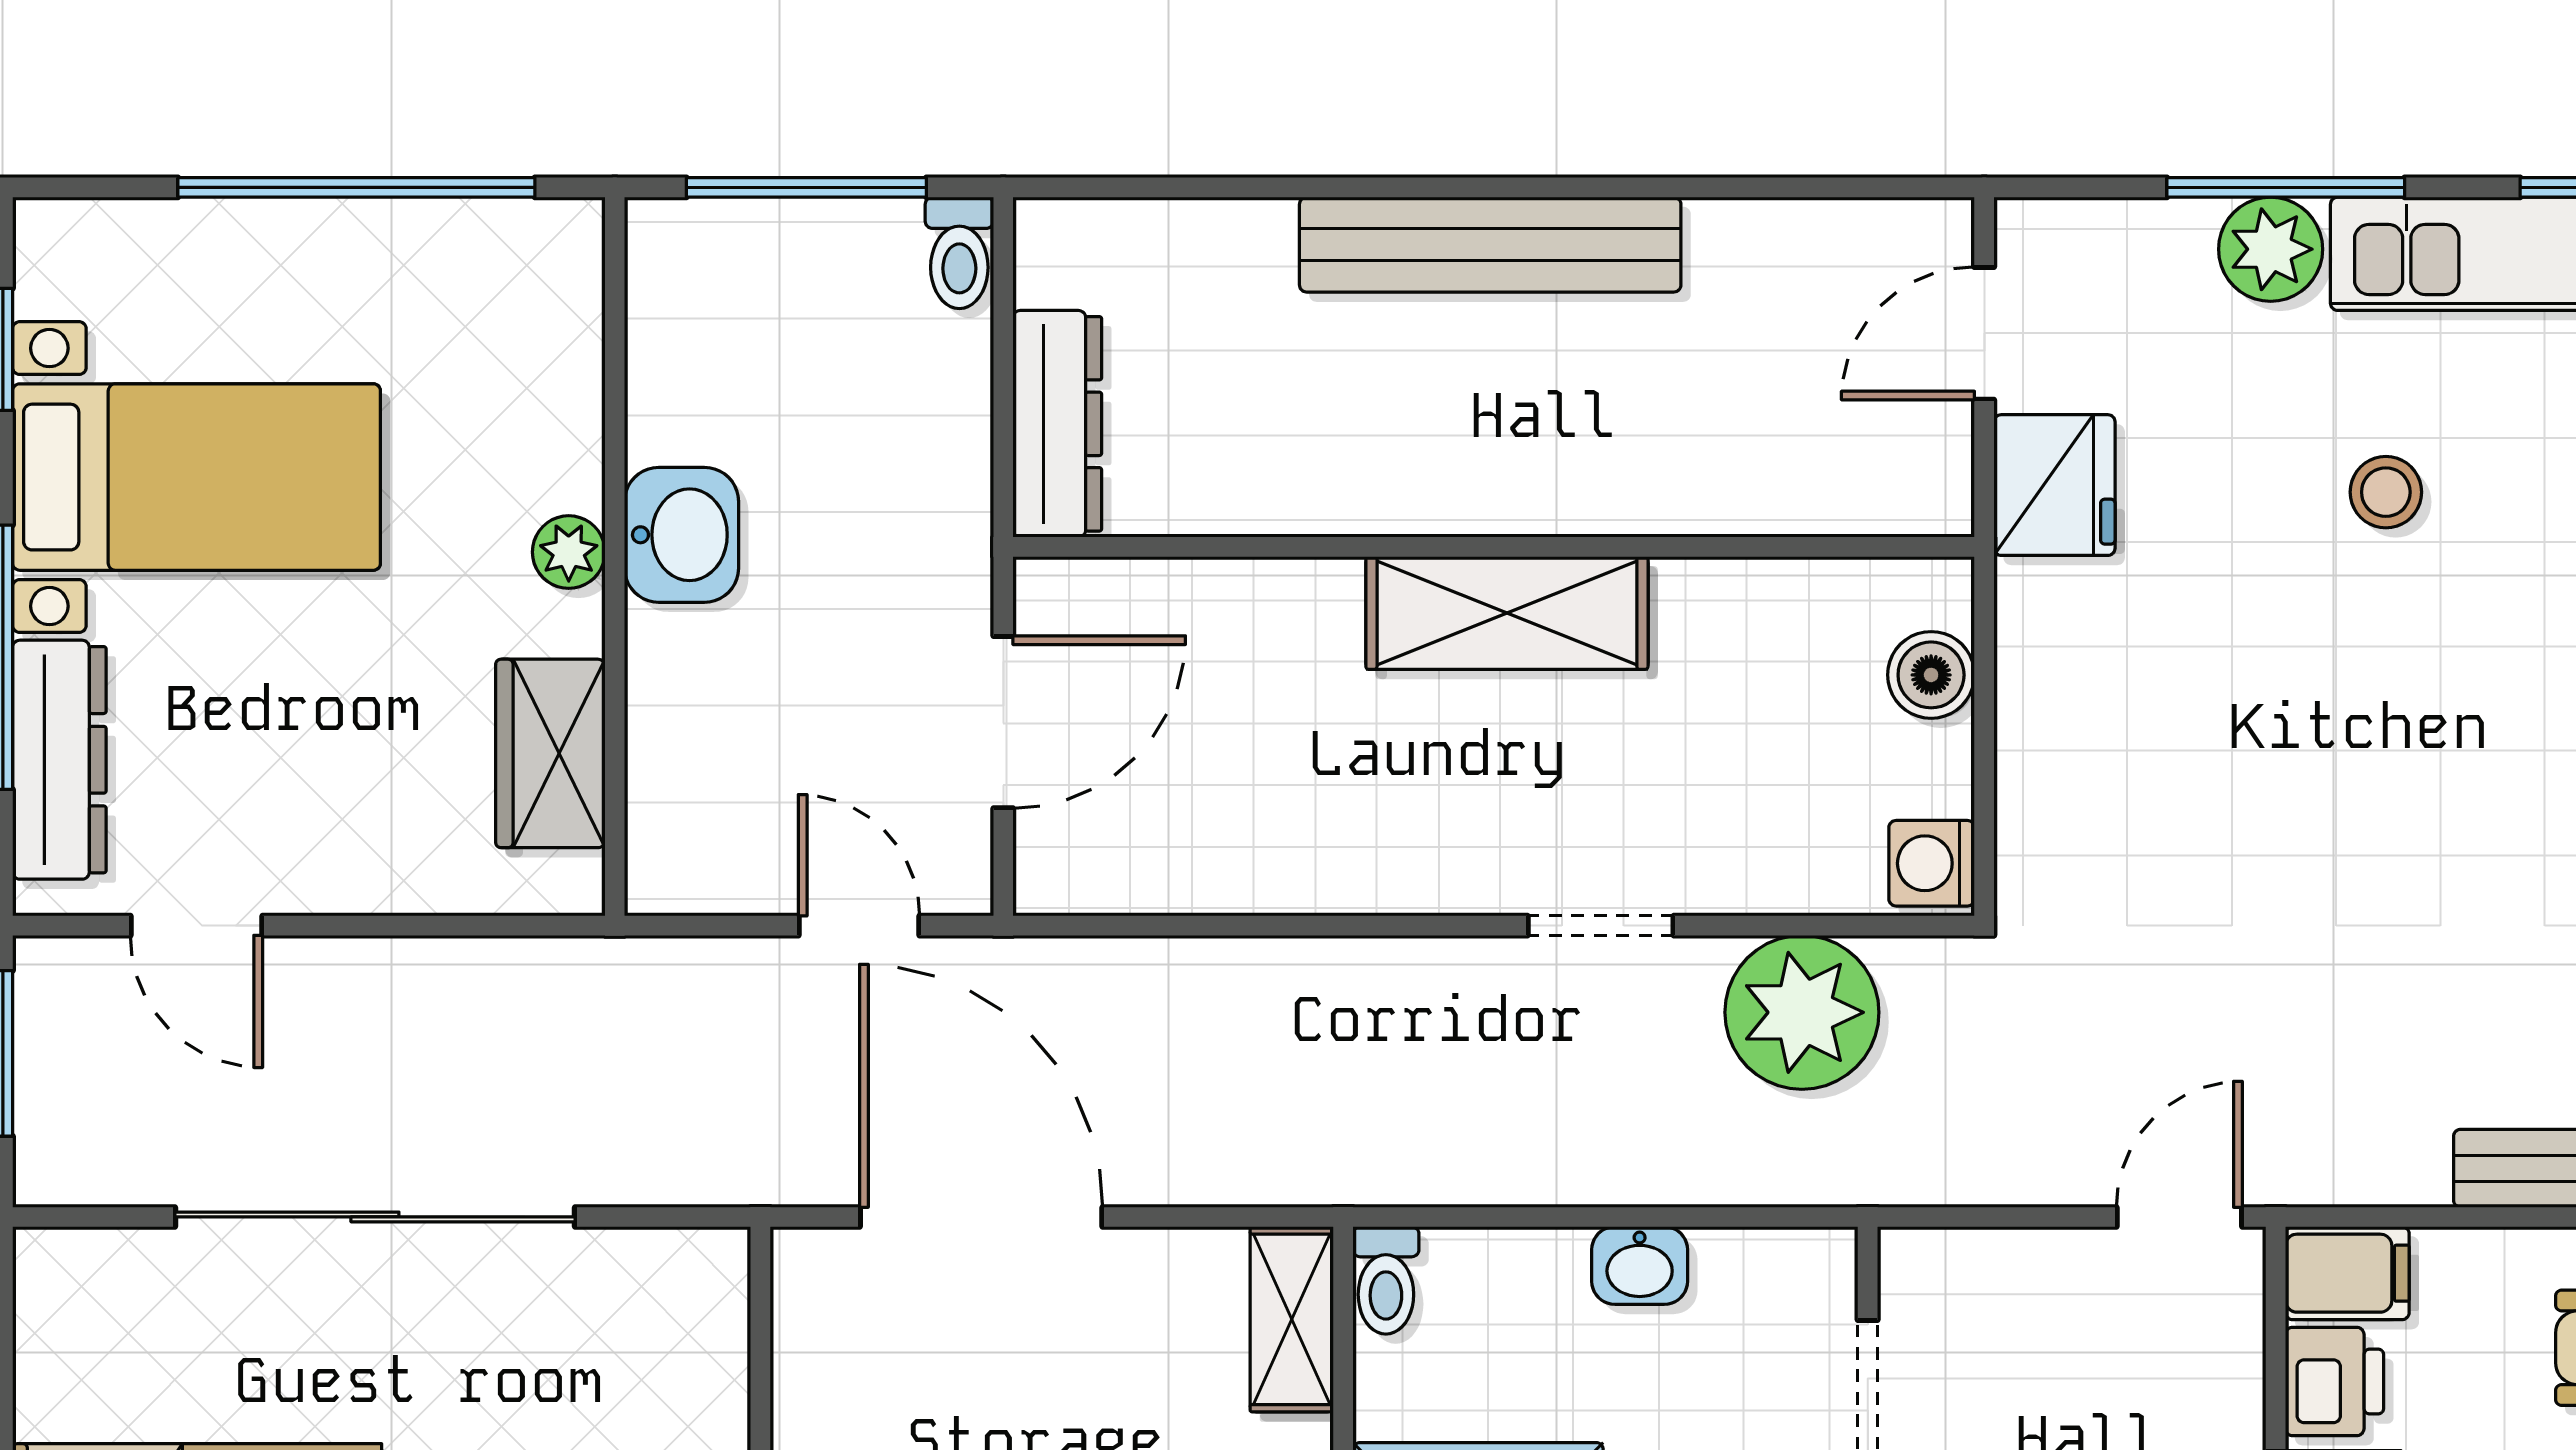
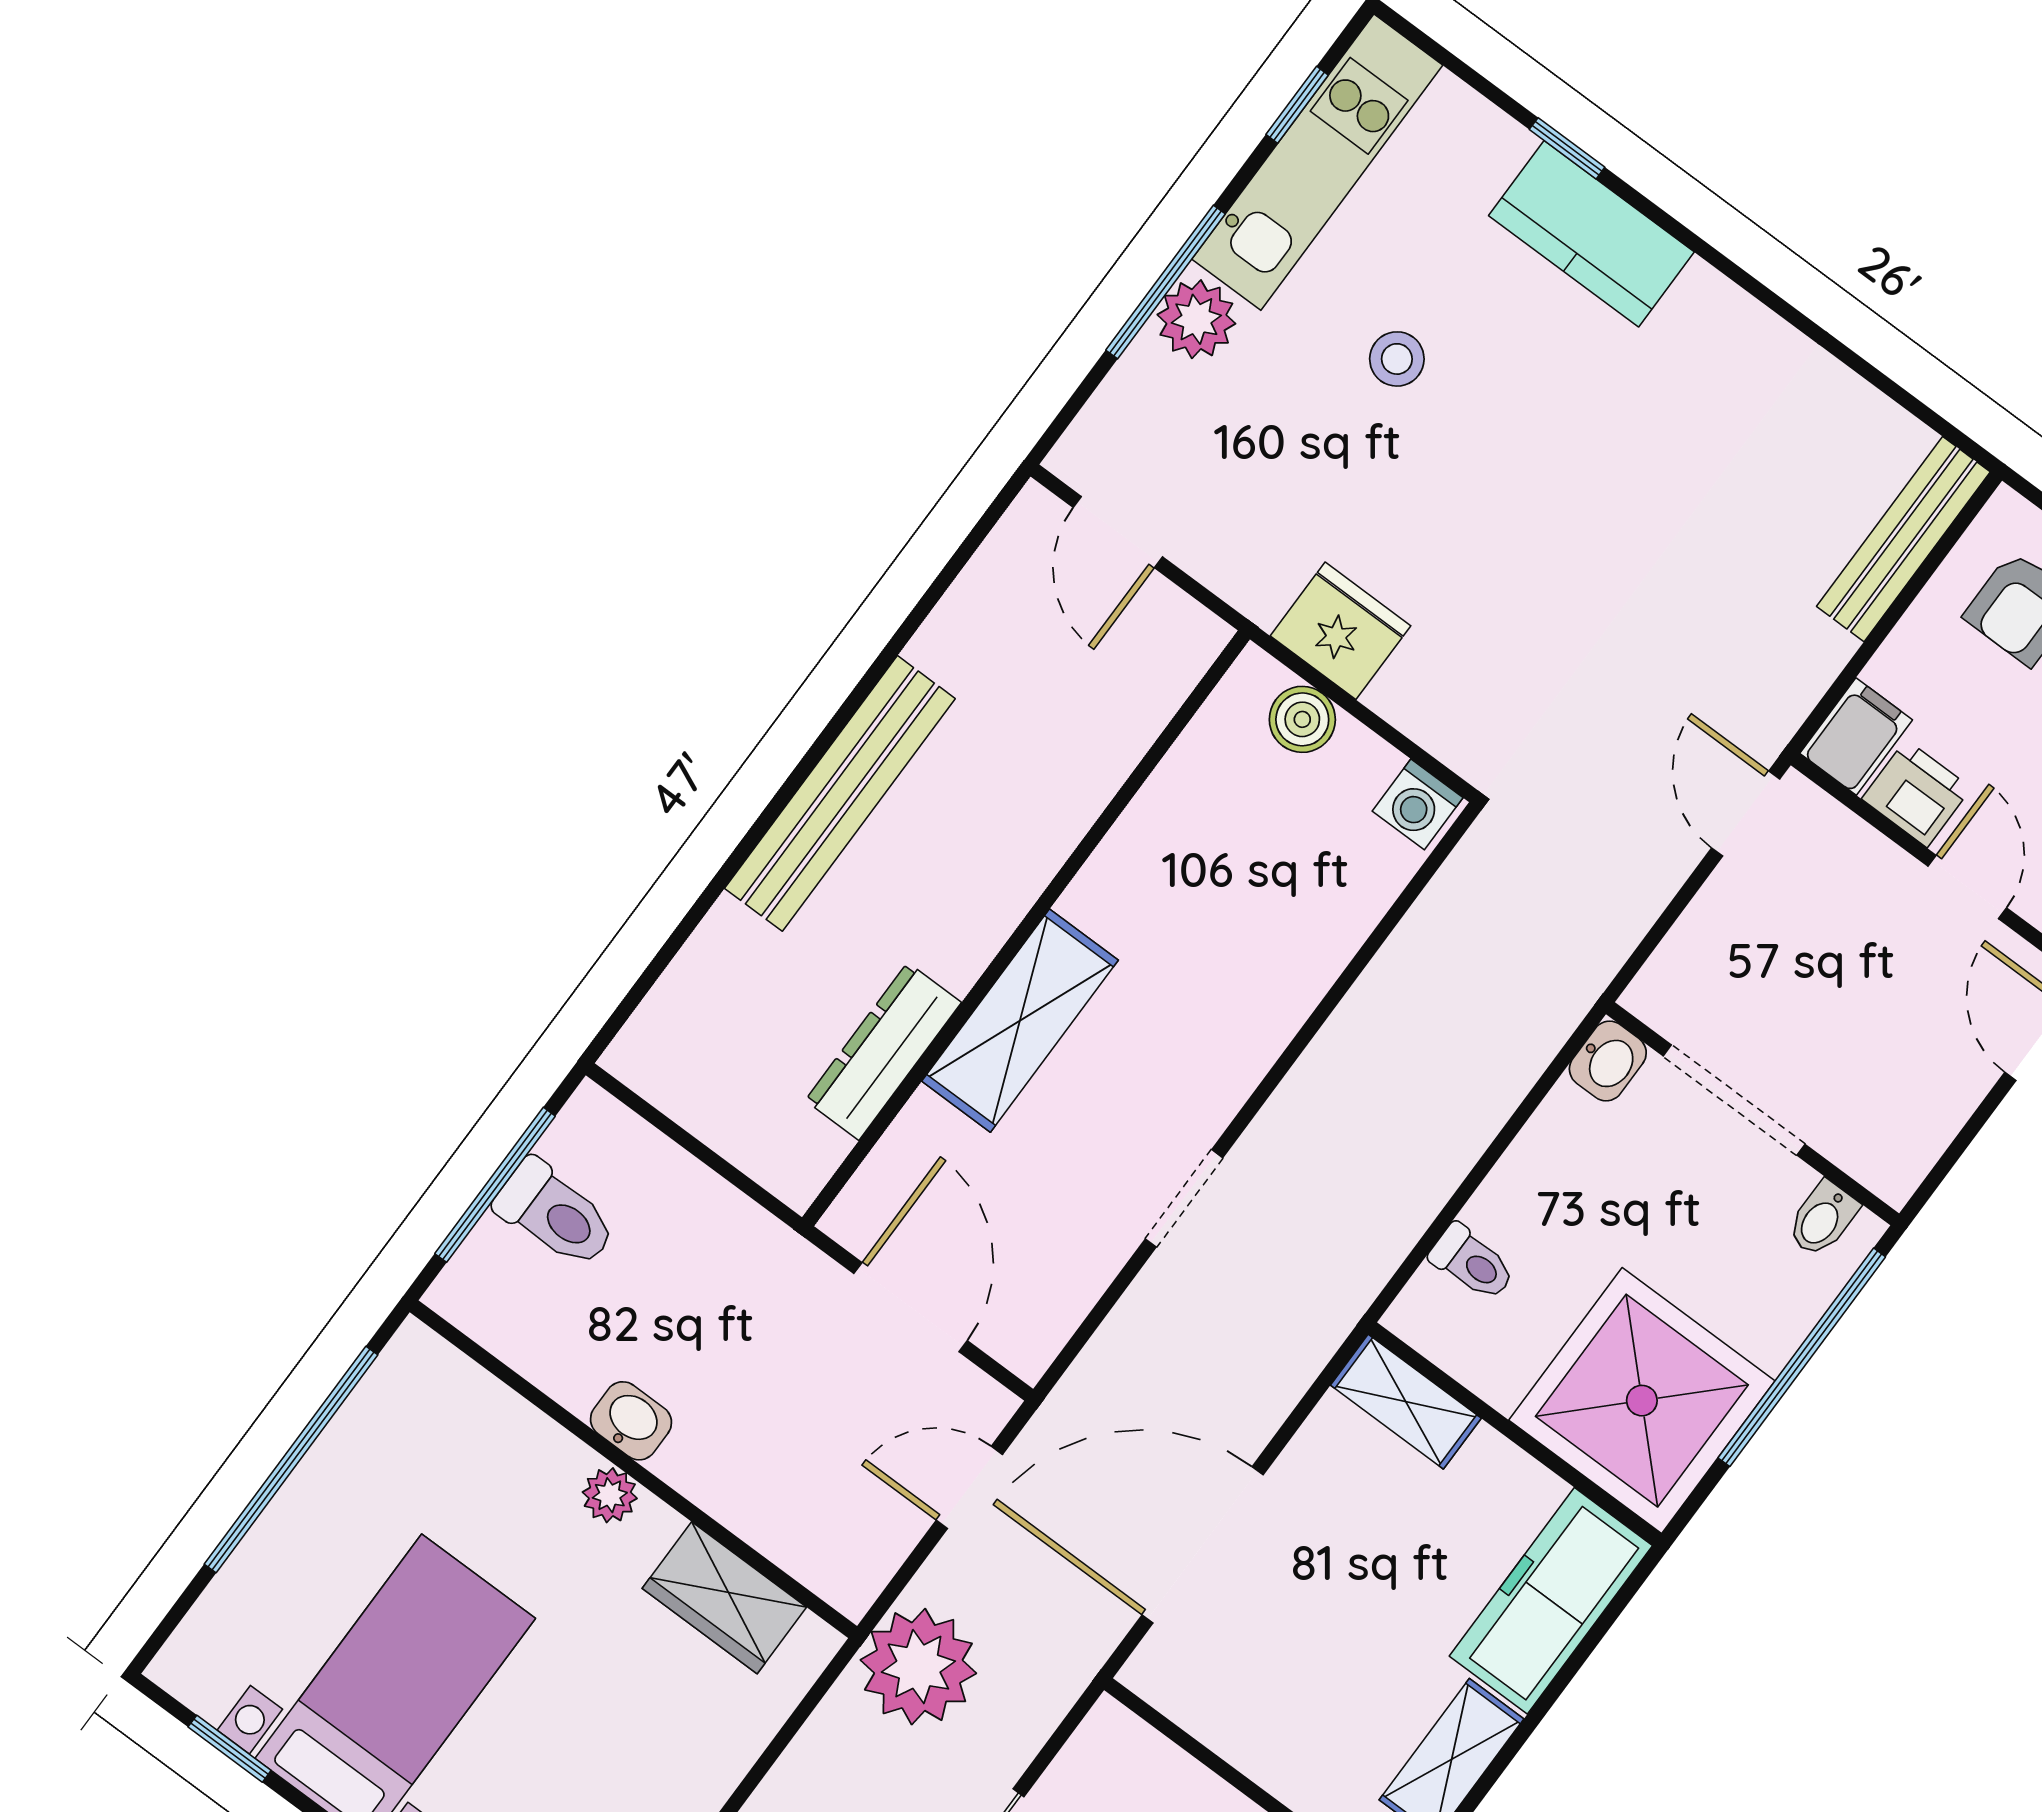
toilet: (959, 253) -> (556, 1214), moved, width x1.37, depth x1.39
dresser: (1057, 424) -> (883, 1051), moved, turned -90
fridge: (2054, 485) -> (1340, 631), moved
washbasin: (682, 535) -> (631, 1421), width x0.72, depth x0.69
shelving: (1507, 613) -> (1020, 1021), moved
doorway: (1601, 926) -> (1184, 1198), moved
plant: (1802, 1012) -> (918, 1667), moved
washbasin: (1640, 1265) -> (1608, 1061), moved
toilet: (1386, 1280) -> (1472, 1263), moved

